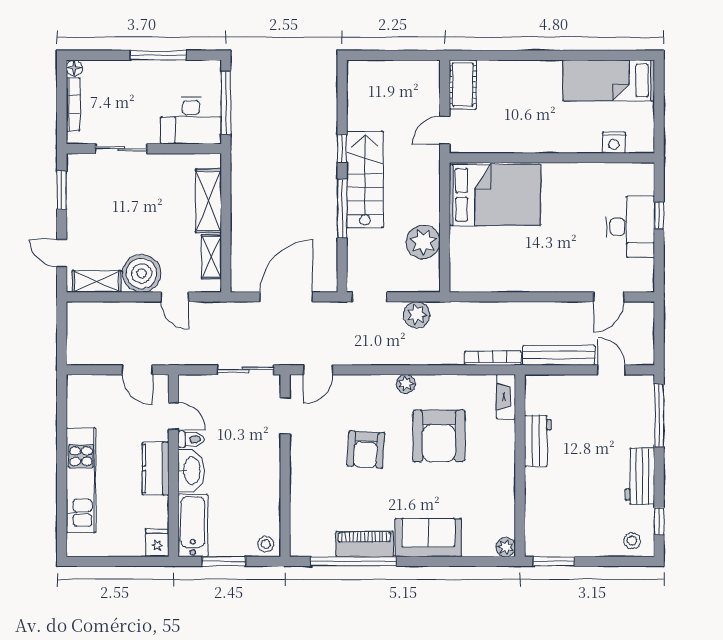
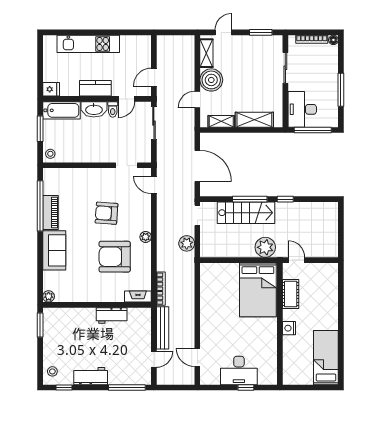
cot: (463, 84) -> (291, 294), moved, turned 90
nightstand: (614, 143) -> (289, 328), moved
stairs: (365, 179) -> (246, 213), moved
plant: (423, 242) -> (265, 247), moved
sliding door: (245, 370) -> (154, 123), moved

